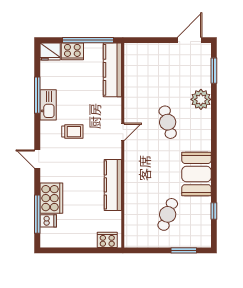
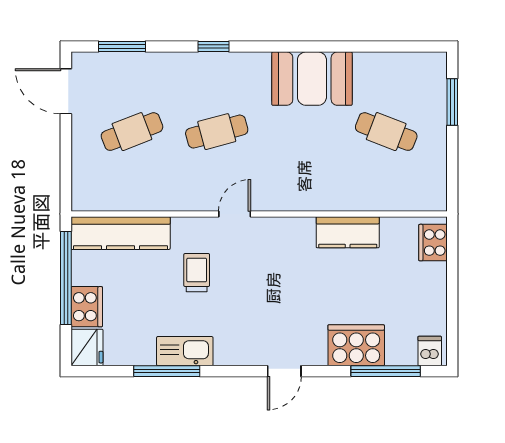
cafe table: (168, 76) -> (132, 132), added
plant: (201, 99) -> (175, 70), removed
trolley: (72, 132) -> (197, 273), moved
door: (123, 132) -> (235, 214), hinge flipped
kitchen counter: (113, 185) -> (348, 232), width x0.67
window: (214, 211) -> (213, 47), moved
dishwasher: (48, 221) -> (430, 351), moved

